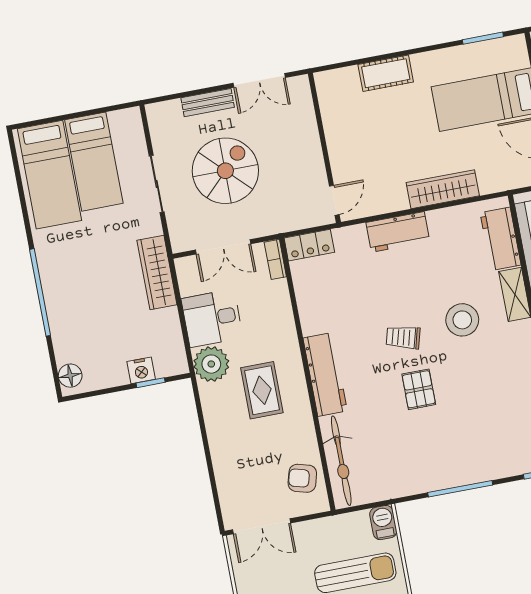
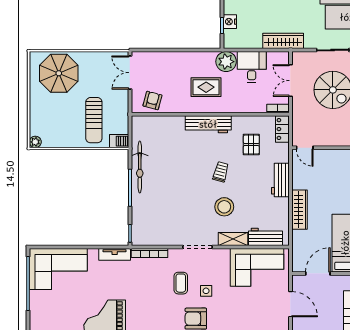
pallet: (419, 389) -> (251, 145), moved, turned 90
bicycle: (341, 461) -> (140, 167), moved, turned -90

